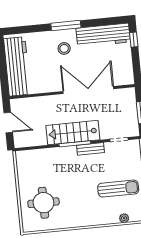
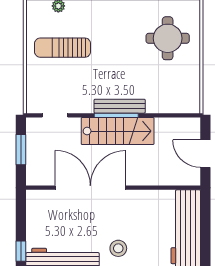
double door: (88, 90) -> (90, 188), swing flipped
bench: (91, 149) -> (120, 106), moved, width x1.36

